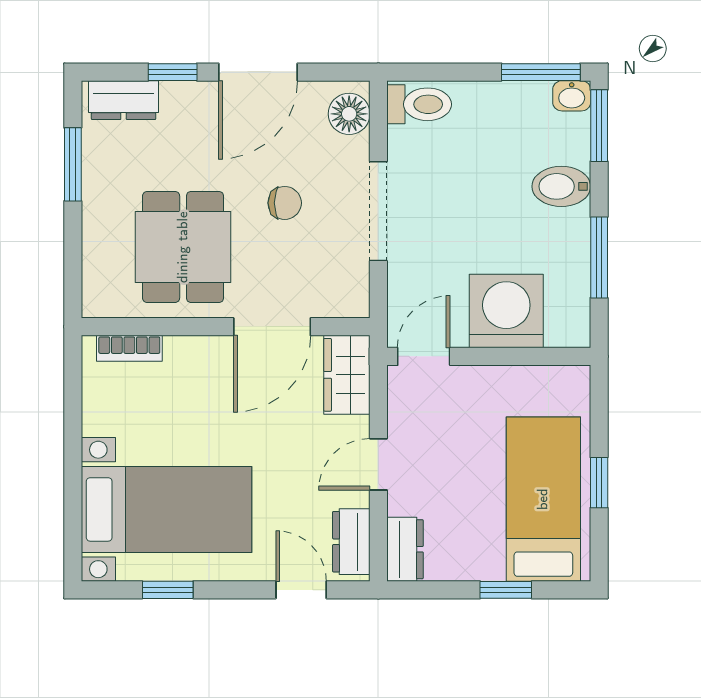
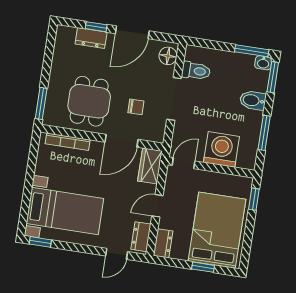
dresser: (124, 100) -> (91, 38), moved
toilet: (419, 104) -> (196, 71), moved
window: (73, 164) -> (41, 103), moved
chair: (285, 203) -> (136, 107), moved
bookcase: (129, 348) -> (68, 142), width x1.56
window: (599, 483) -> (254, 199), moved
bed: (543, 499) -> (217, 230), width x1.50
window: (168, 590) -> (40, 242), moved
door: (301, 590) -> (117, 254), swing flipped

